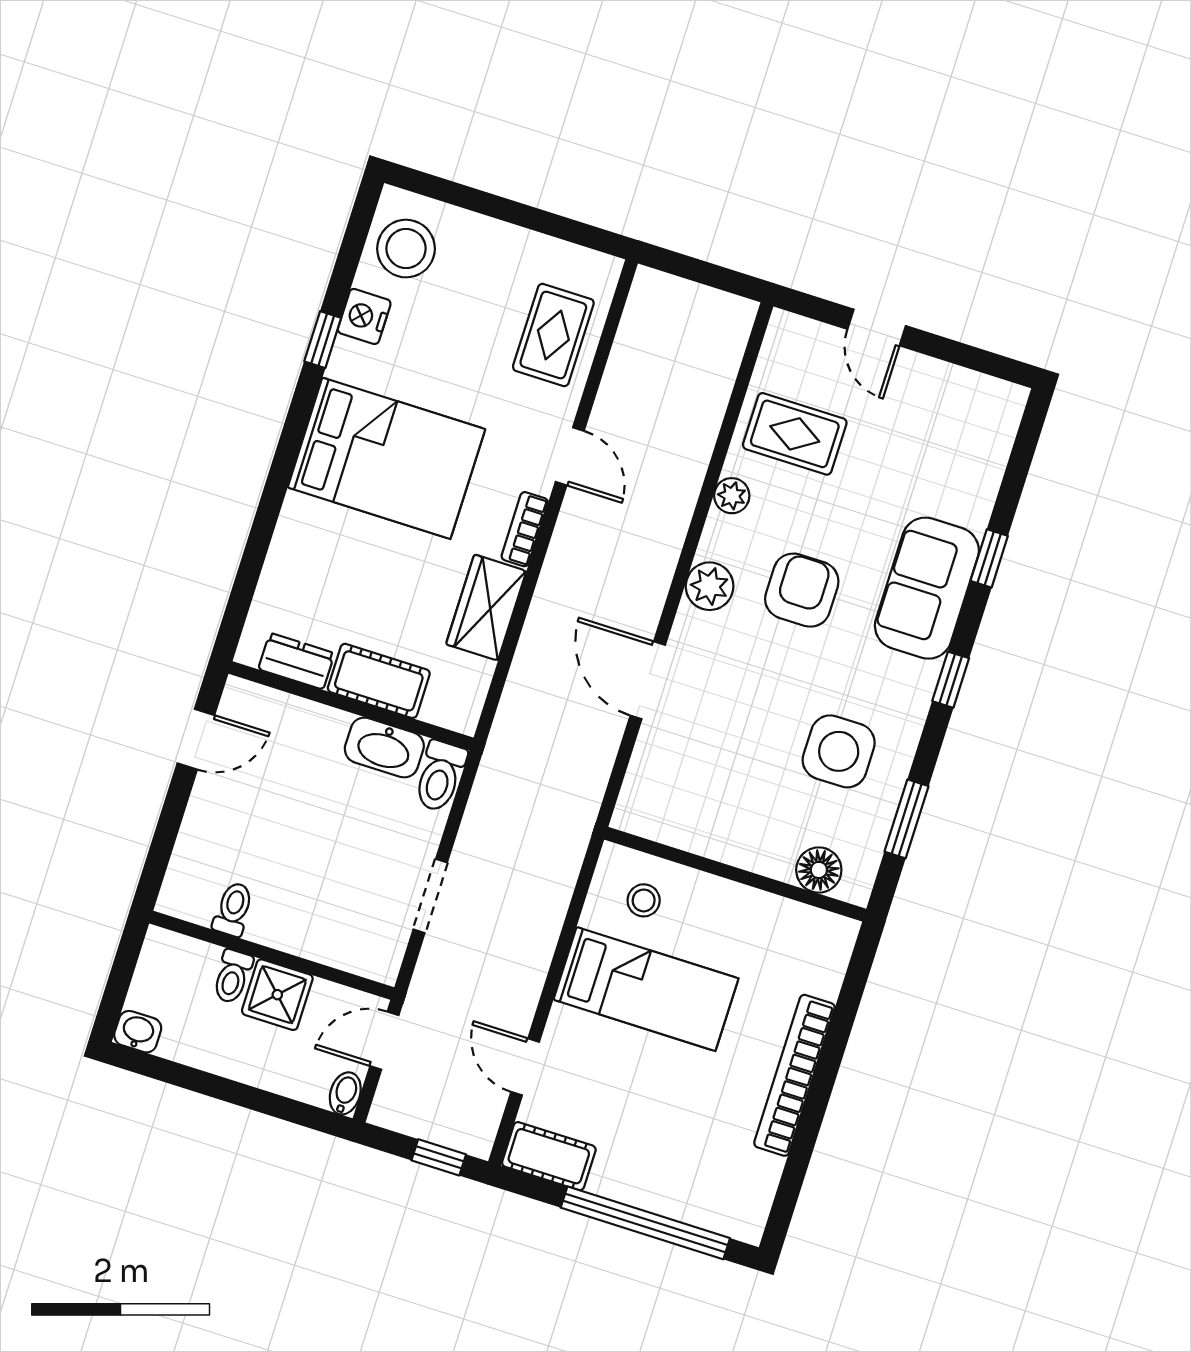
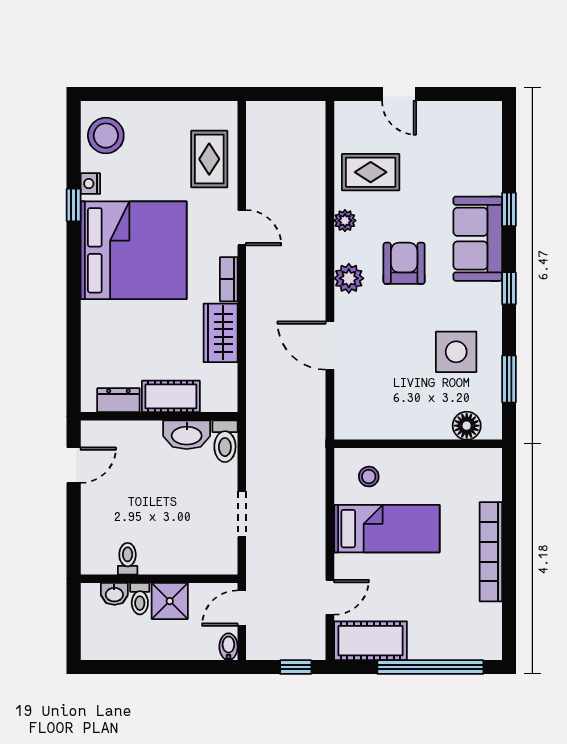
nightstand: (364, 316) -> (90, 184), width x0.72, depth x0.74
bed: (386, 458) -> (134, 250), width x1.36
washbasin: (138, 1032) -> (114, 594), moved, turned 180
door: (525, 1067) -> (330, 597), swing flipped
cot: (549, 1156) -> (370, 641), width x1.37, depth x1.34

